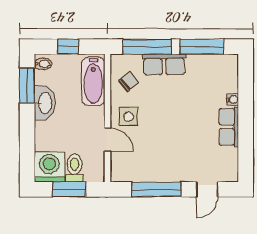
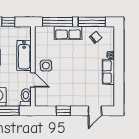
bathtub: (93, 81) -> (24, 55), moved
chair: (129, 82) -> (95, 37), moved
toilet: (75, 168) -> (26, 97), moved
window: (156, 189) -> (63, 111), width x0.46

